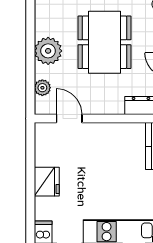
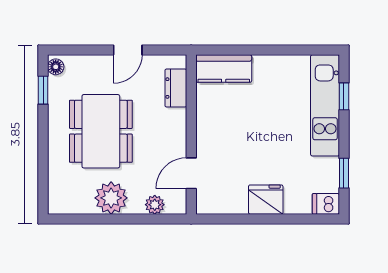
dining table: (104, 42) -> (101, 131), turned 90

